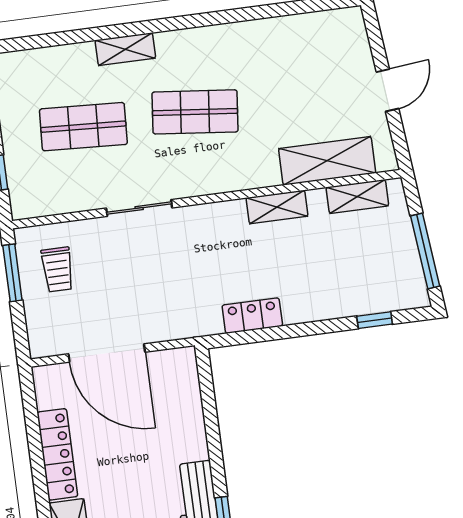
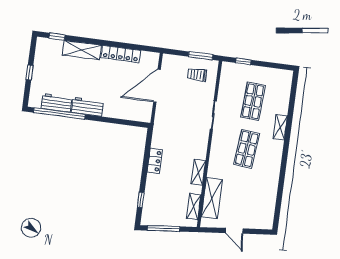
locker: (252, 316) -> (155, 161), moved

